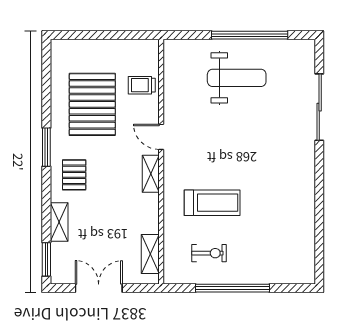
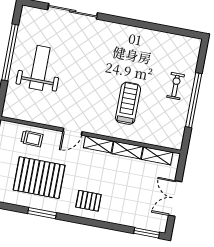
trolley: (142, 85) -> (32, 139), turned -88
window: (46, 147) -> (42, 213), moved
shelving: (59, 222) -> (127, 150), moved
exercise bike: (209, 253) -> (176, 86), moved

